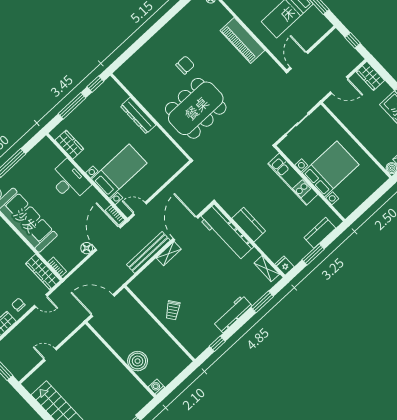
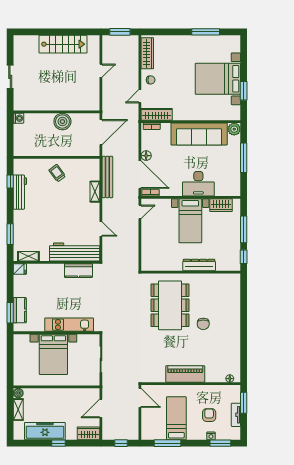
bed with nightstands: (119, 171) -> (190, 221), moved
kitchen counter: (249, 225) -> (78, 271), moved
door: (185, 228) -> (101, 229), width x0.53
bench: (148, 252) -> (107, 177), moved
shelving: (169, 253) -> (95, 192), moved
window: (313, 254) -> (10, 313), moved
workbench: (233, 314) -> (20, 192), moved
boiler: (138, 361) -> (62, 122), moved

